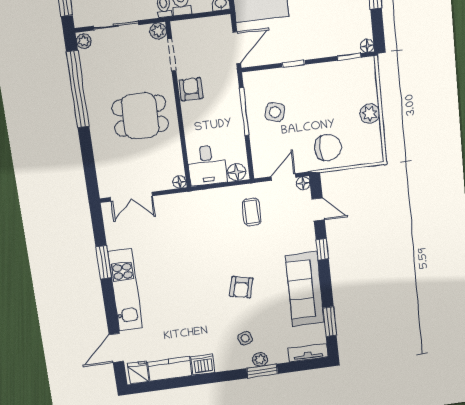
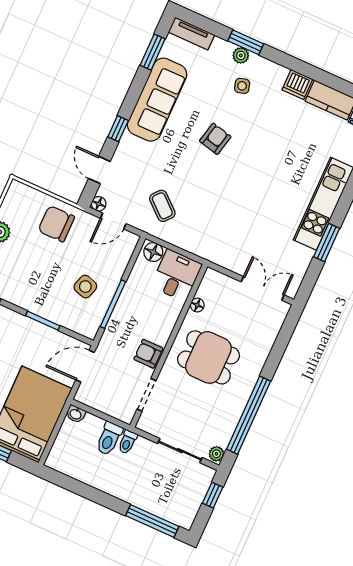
plant: (158, 31) -> (146, 423), removed
window: (293, 64) -> (43, 321), width x1.50
armchair: (191, 89) -> (148, 354), turned 90
floor lamp: (179, 182) -> (197, 305), moved
coffee table: (252, 212) -> (162, 206), turned -49

